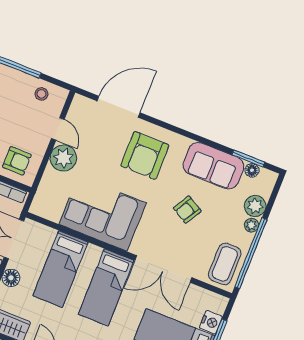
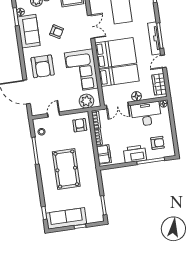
armchair: (145, 155) -> (43, 66), turned 90
plant: (63, 158) -> (86, 101), moved
double door: (163, 269) -> (91, 27), width x0.73
bed: (106, 287) -> (116, 53), width x1.50

